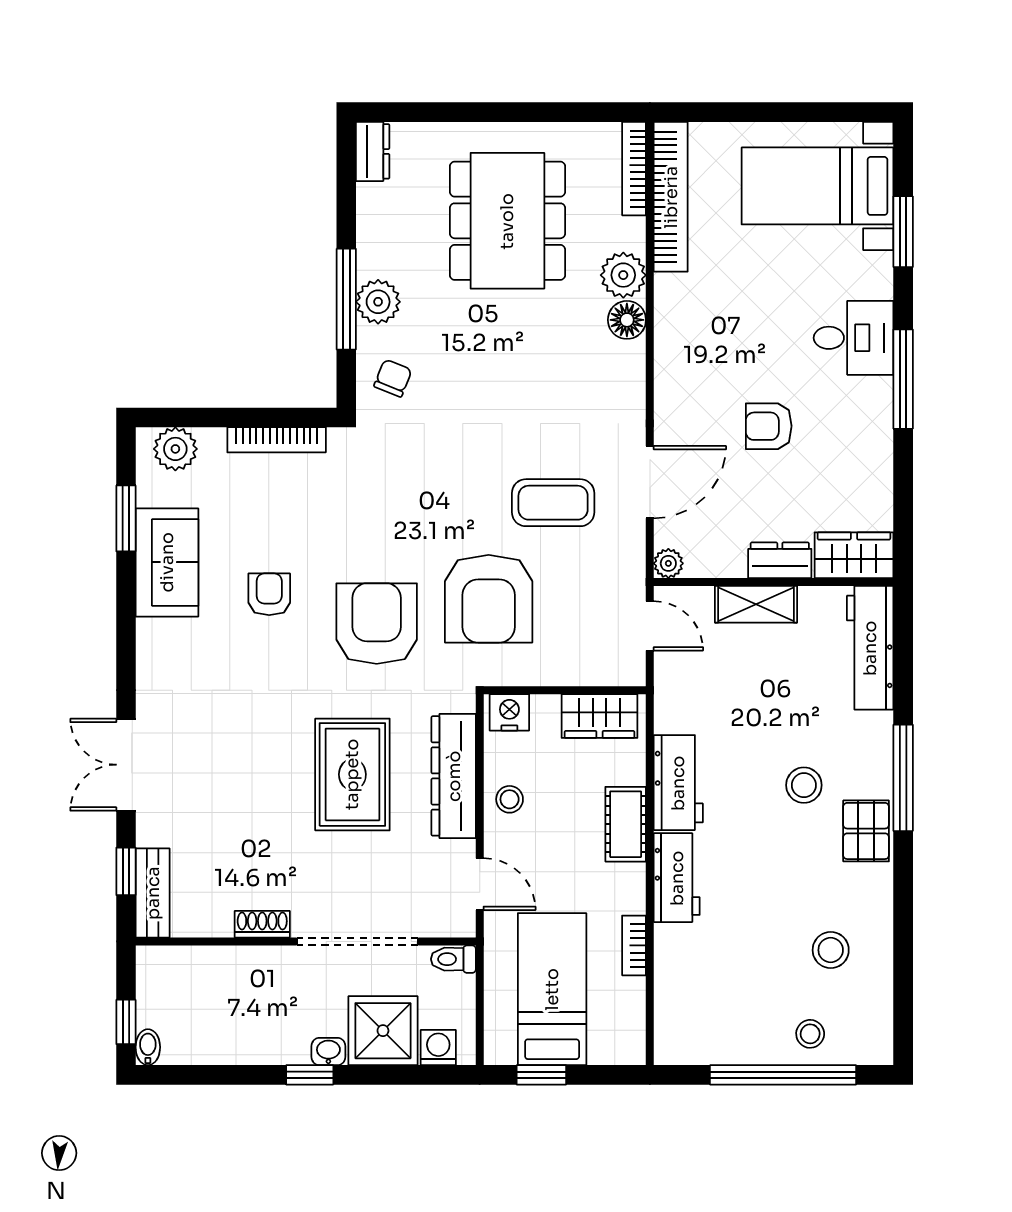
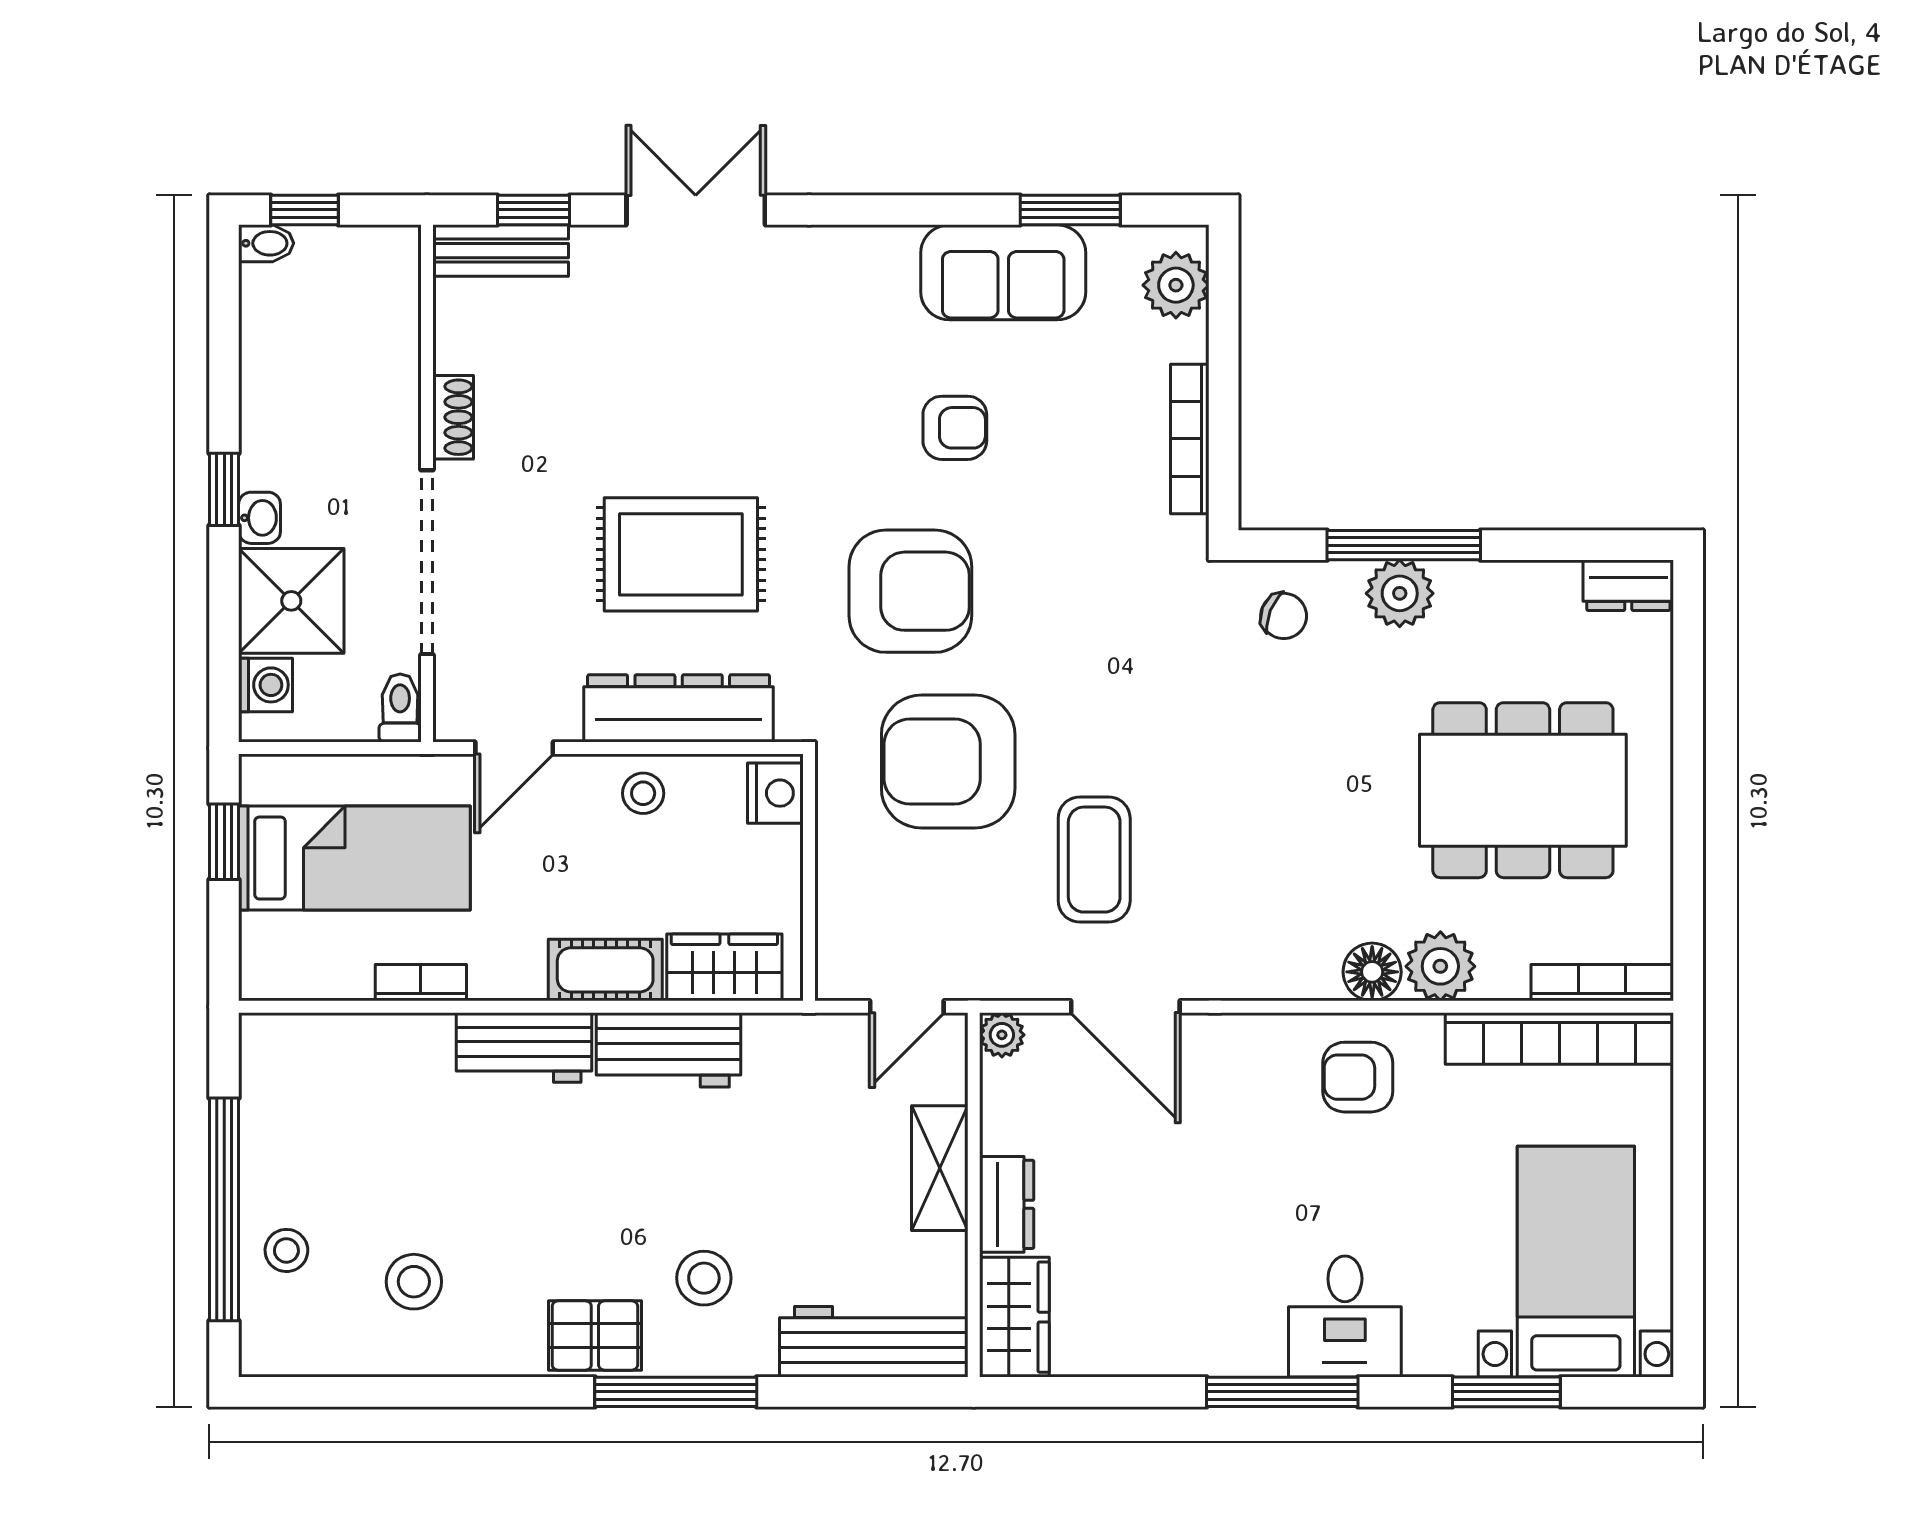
armchair: (769, 426) -> (1358, 1077), moved, turned -90
wardrobe: (600, 716) -> (724, 967), moved, turned 90
stool: (804, 785) -> (704, 1278), moved

